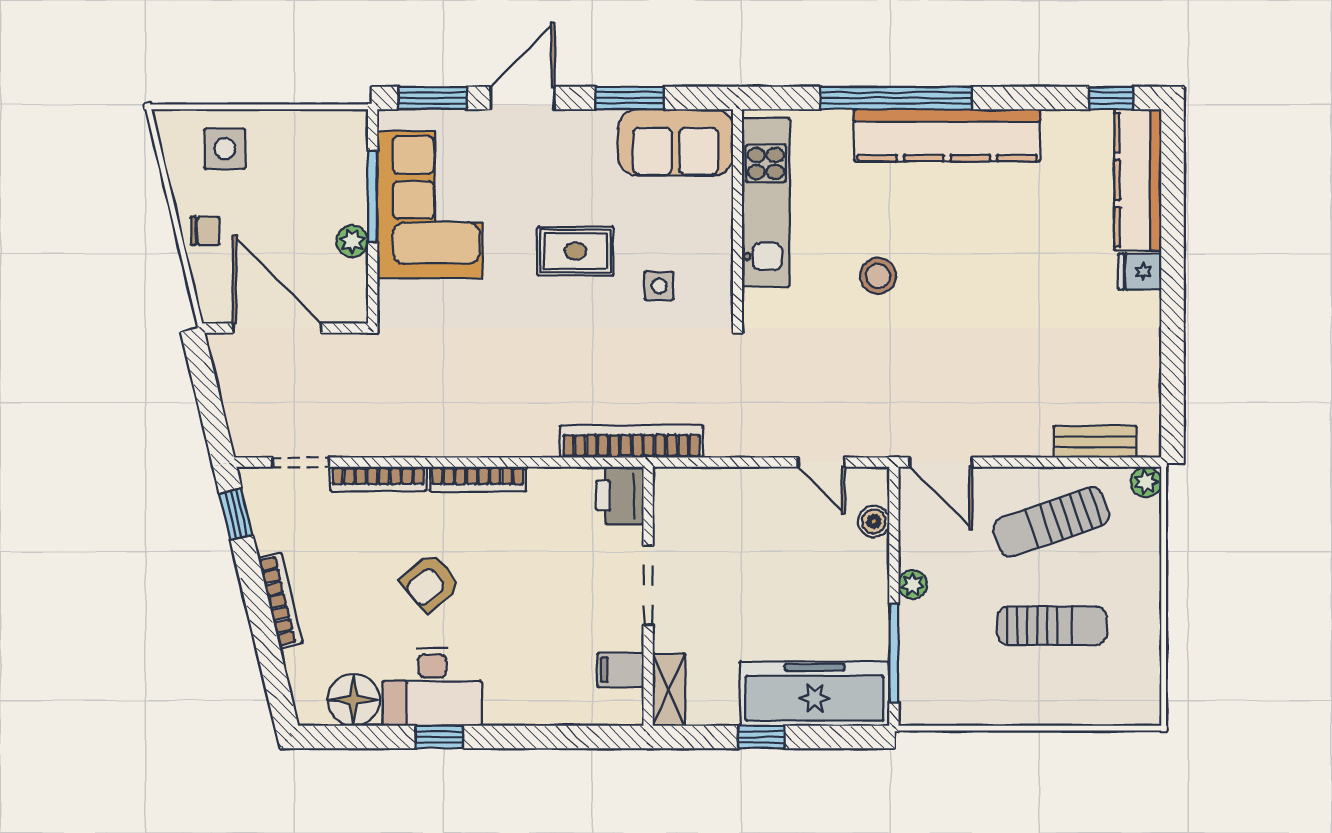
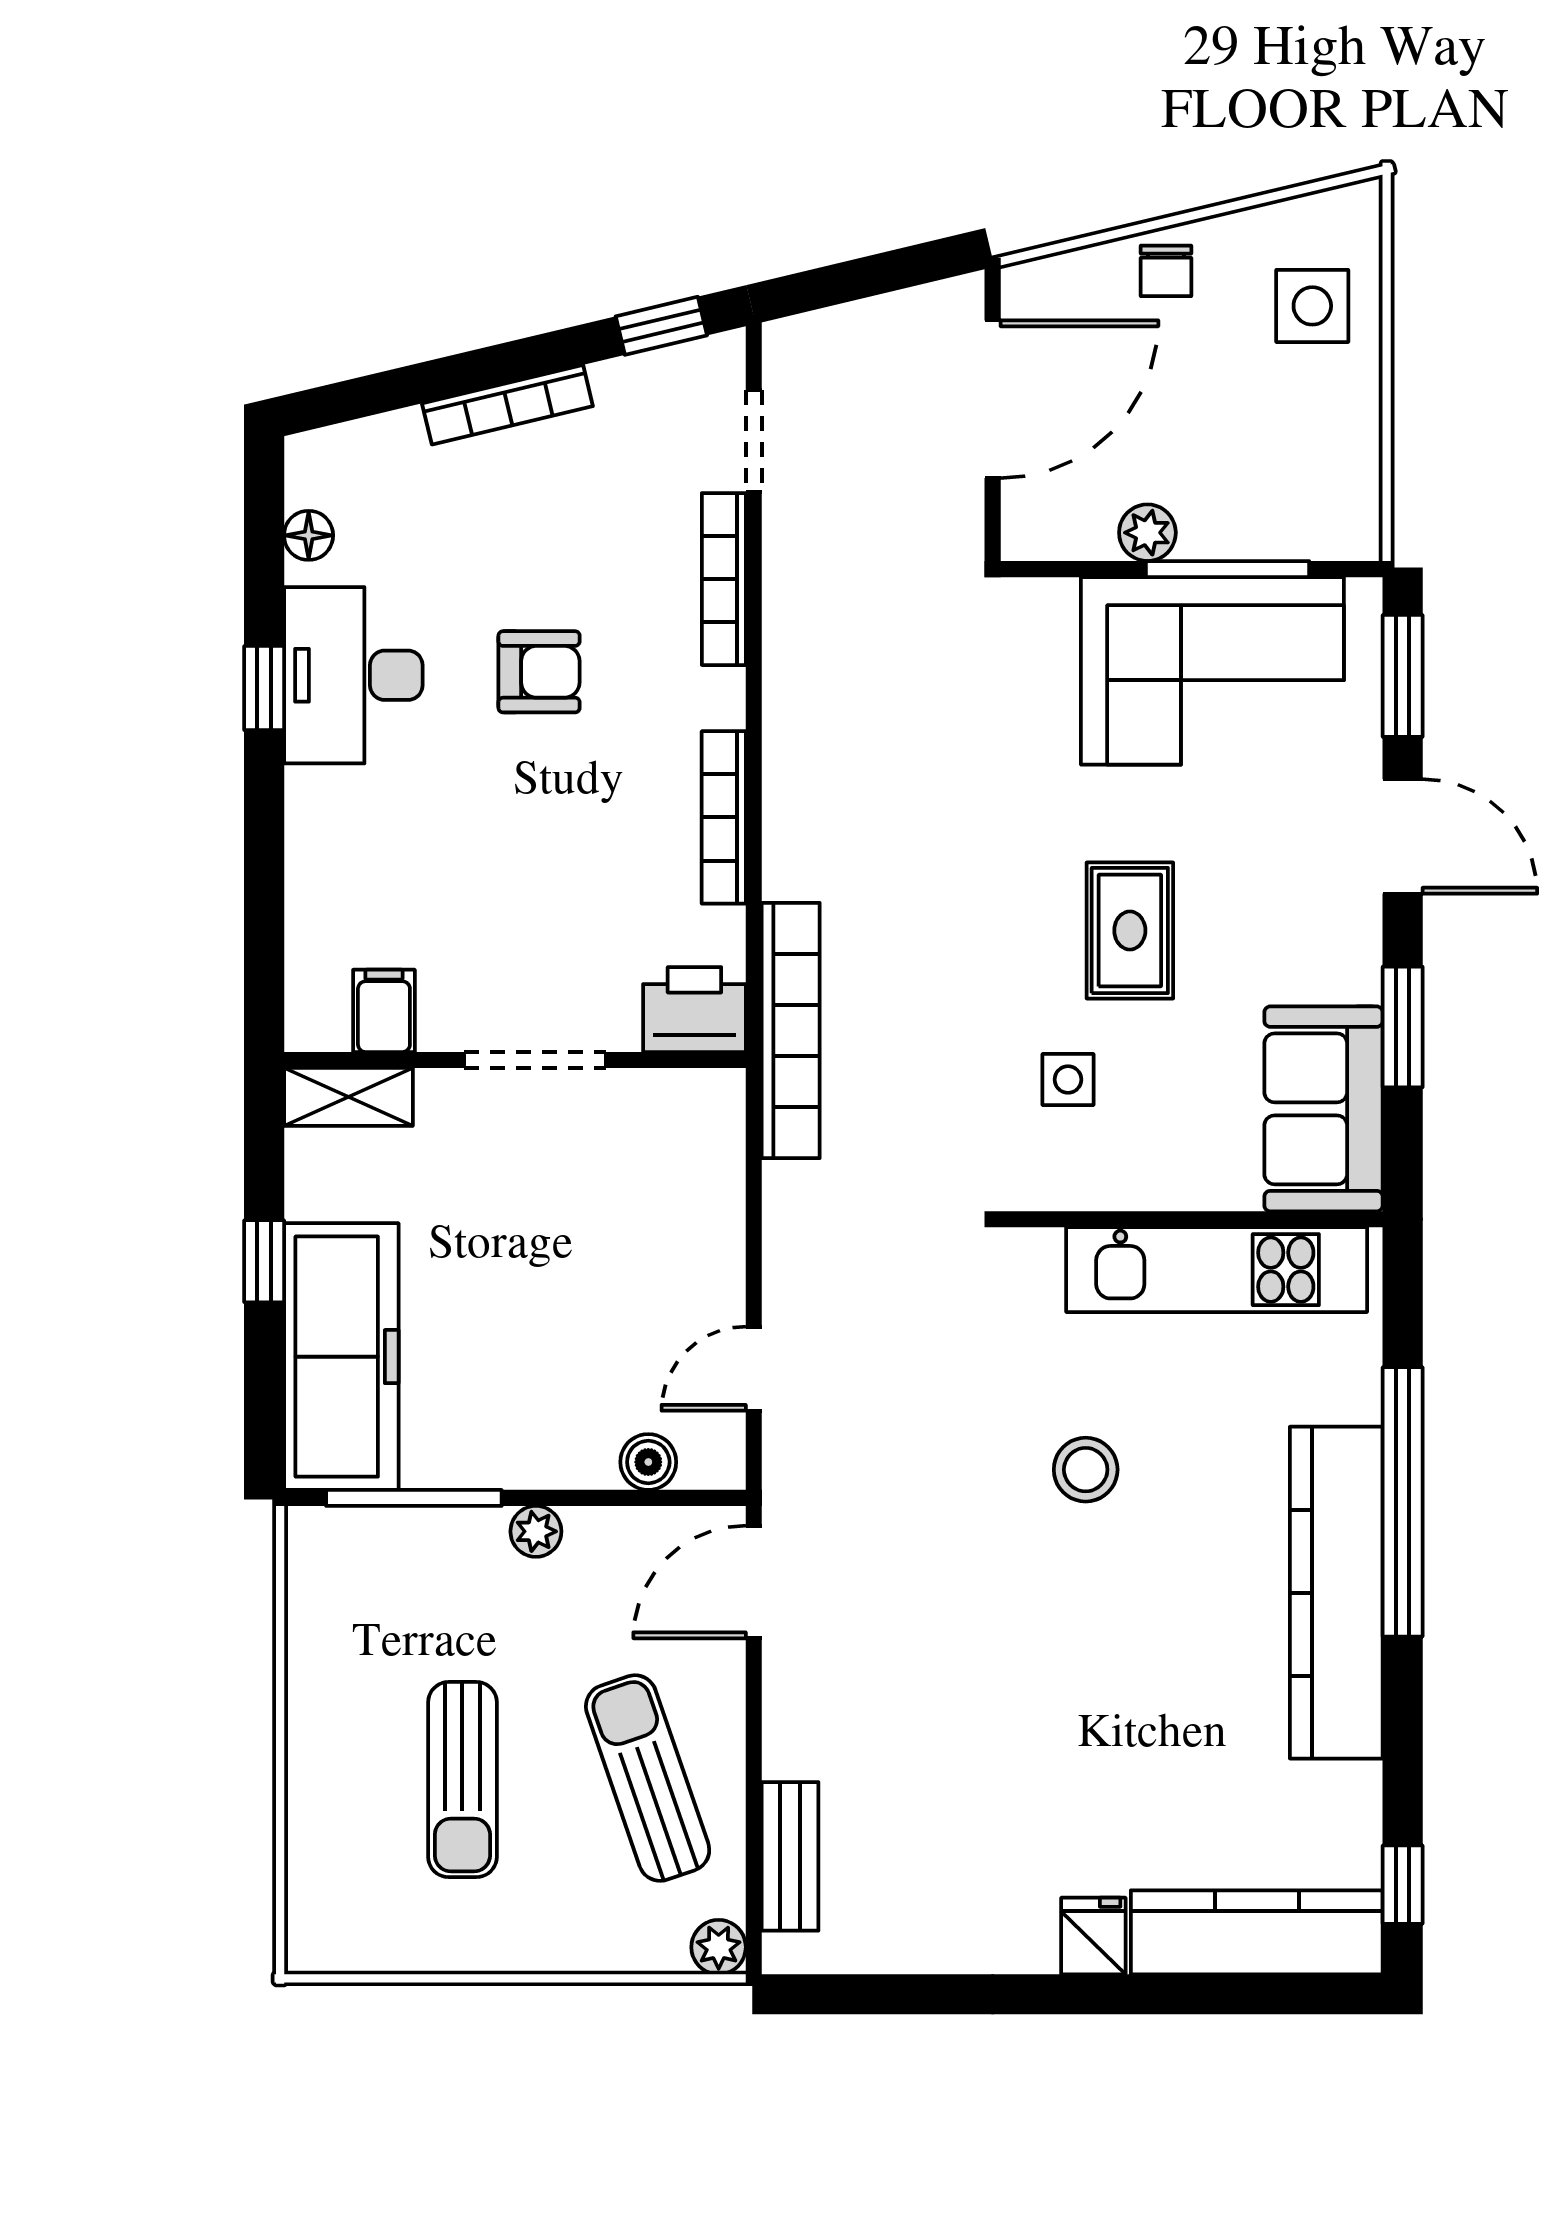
bookcase: (478, 479) -> (724, 817), moved
armchair: (430, 583) -> (539, 672), turned 130
floor lamp: (354, 700) -> (309, 535), width x0.53, depth x0.53

